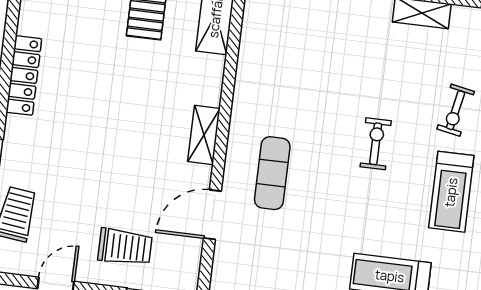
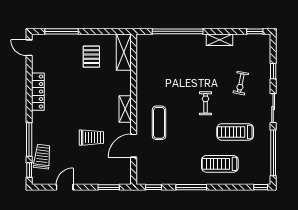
treadmill: (451, 192) -> (235, 132), moved, turned 90
trolley: (125, 247) -> (91, 138), moved

